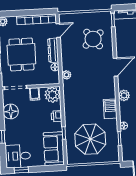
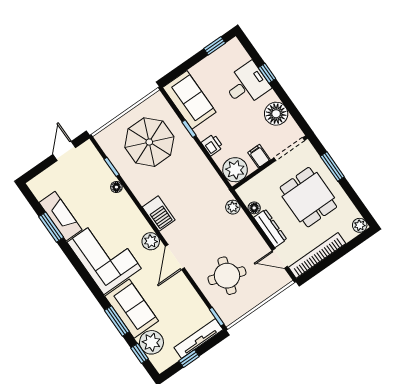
door: (58, 30) -> (280, 258), hinge flipped
round table: (93, 39) -> (227, 276), turned -32
plant: (124, 95) -> (151, 241), moved
barbecue: (110, 109) -> (159, 214), moved
desk: (18, 156) -> (247, 85), moved

